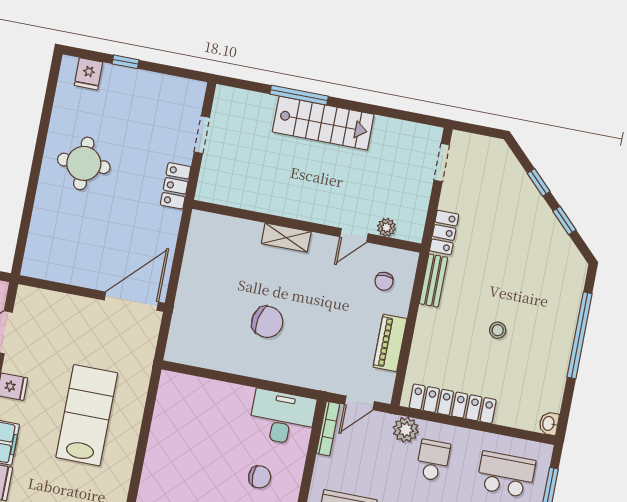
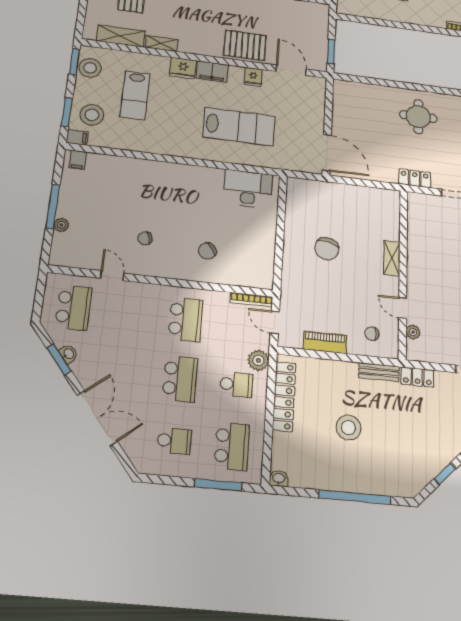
stool: (498, 330) -> (348, 428), width x1.89, depth x1.89
desk: (282, 418) -> (248, 189), moved, turned -90
chair: (260, 477) -> (207, 251), turned 51

